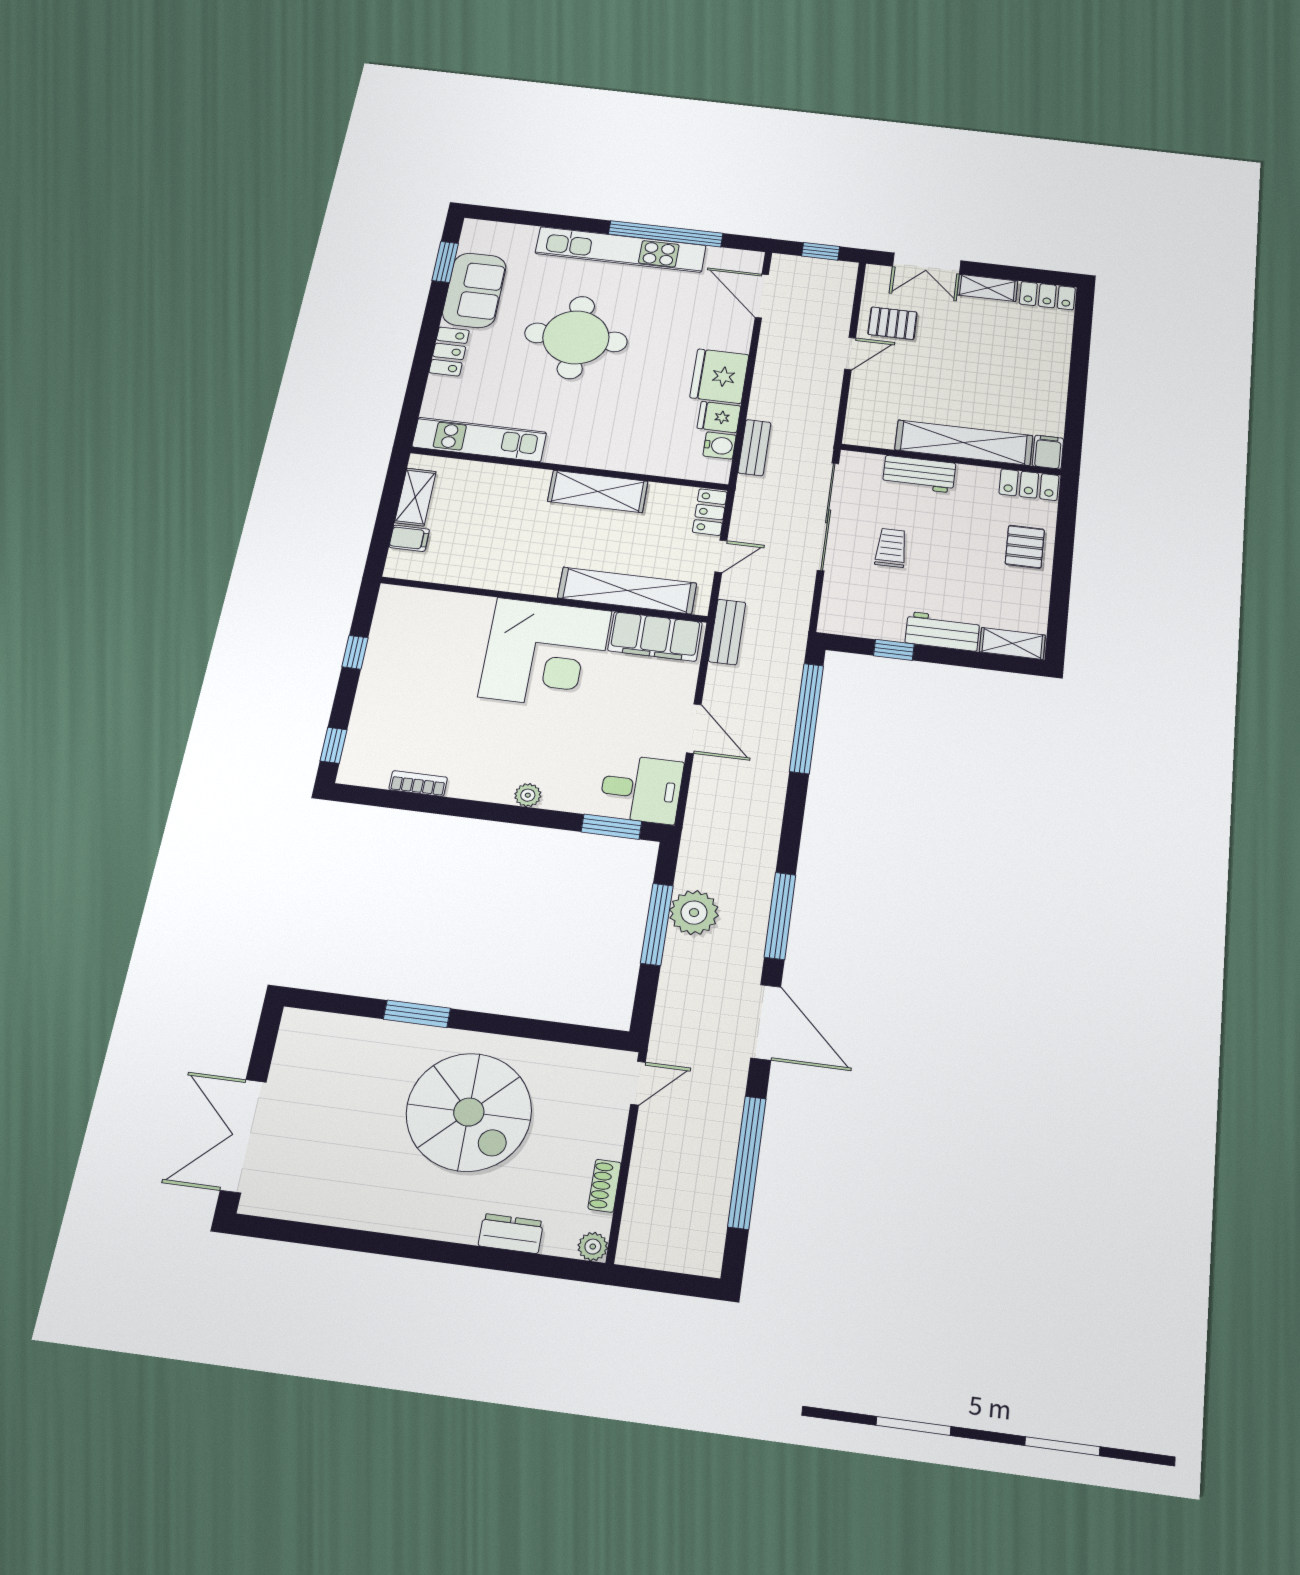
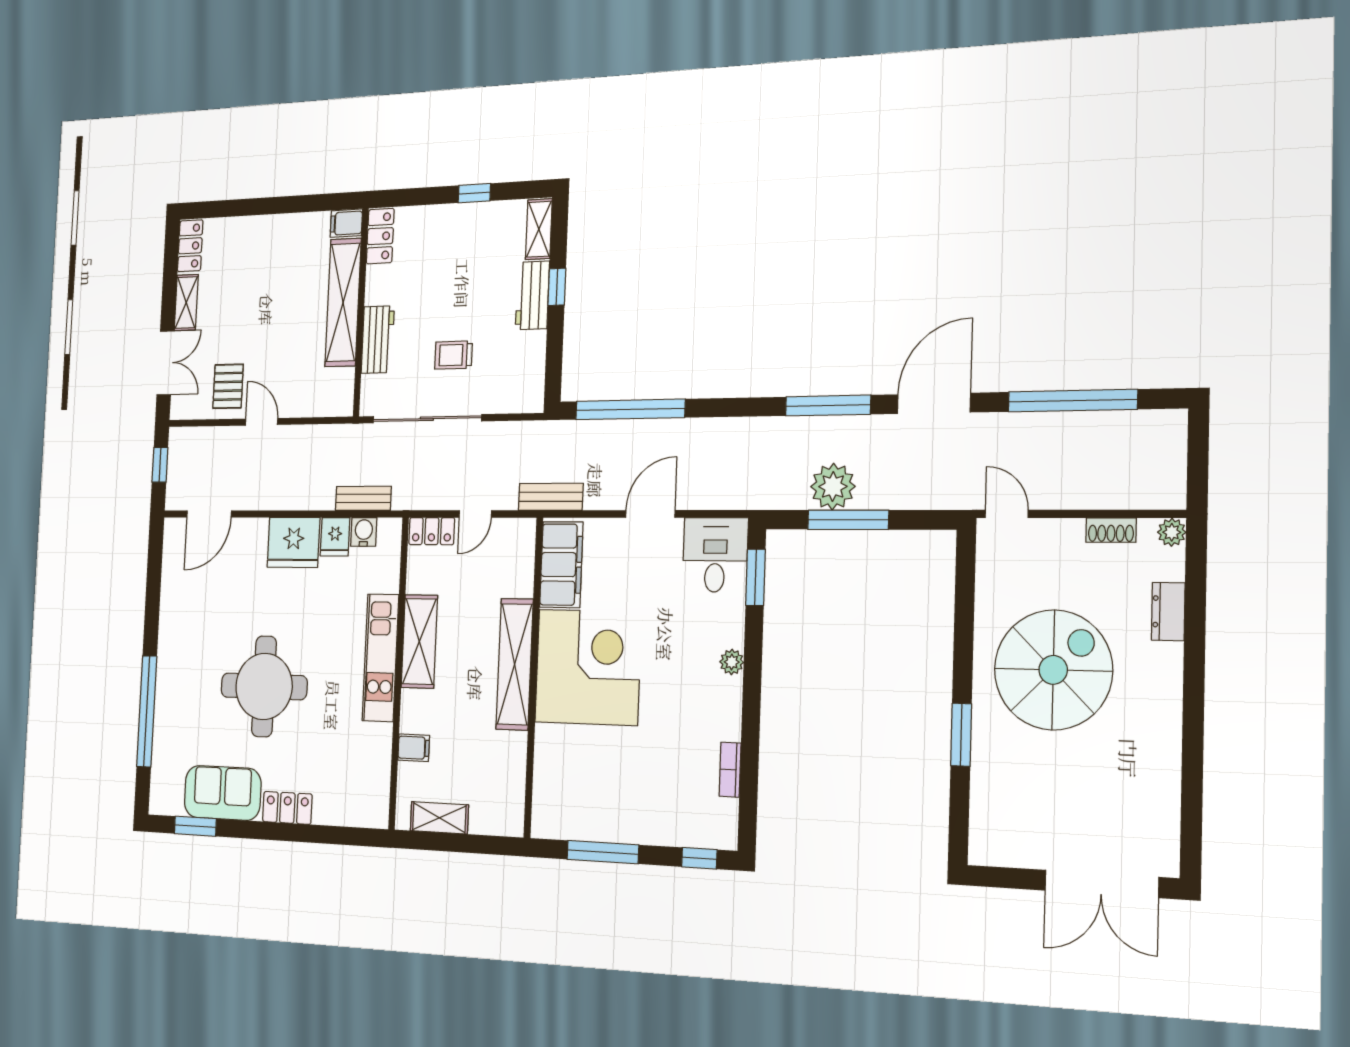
window: (666, 234) -> (147, 711), moved
kitchen unit: (621, 249) -> (171, 657), removed
kitchen unit: (479, 440) -> (381, 658), moved
filing cabinet: (409, 538) -> (414, 748), moved, turned 90
pallet: (1025, 547) -> (442, 231), removed
door: (721, 556) -> (475, 514), swing flipped
window: (1061, 582) -> (474, 193), added
shelving: (627, 591) -> (515, 664), moved
window: (894, 650) -> (557, 287), moved
window: (355, 652) -> (603, 852), width x2.17

